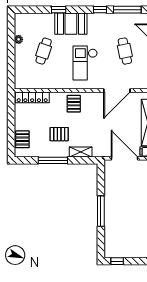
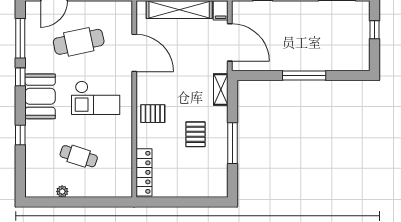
booth: (71, 24) -> (40, 96), moved
cafe table: (125, 51) -> (79, 42), width x1.37, depth x1.35
pallet: (22, 139) -> (203, 186), removed
shelving: (81, 152) -> (221, 89), moved
door: (124, 158) -> (230, 42), swing flipped
window: (117, 261) -> (375, 30), moved

